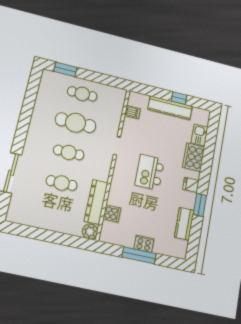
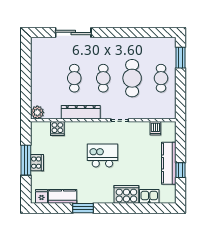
fridge: (191, 185) -> (42, 196), moved
dresser: (96, 202) -> (81, 112), moved

